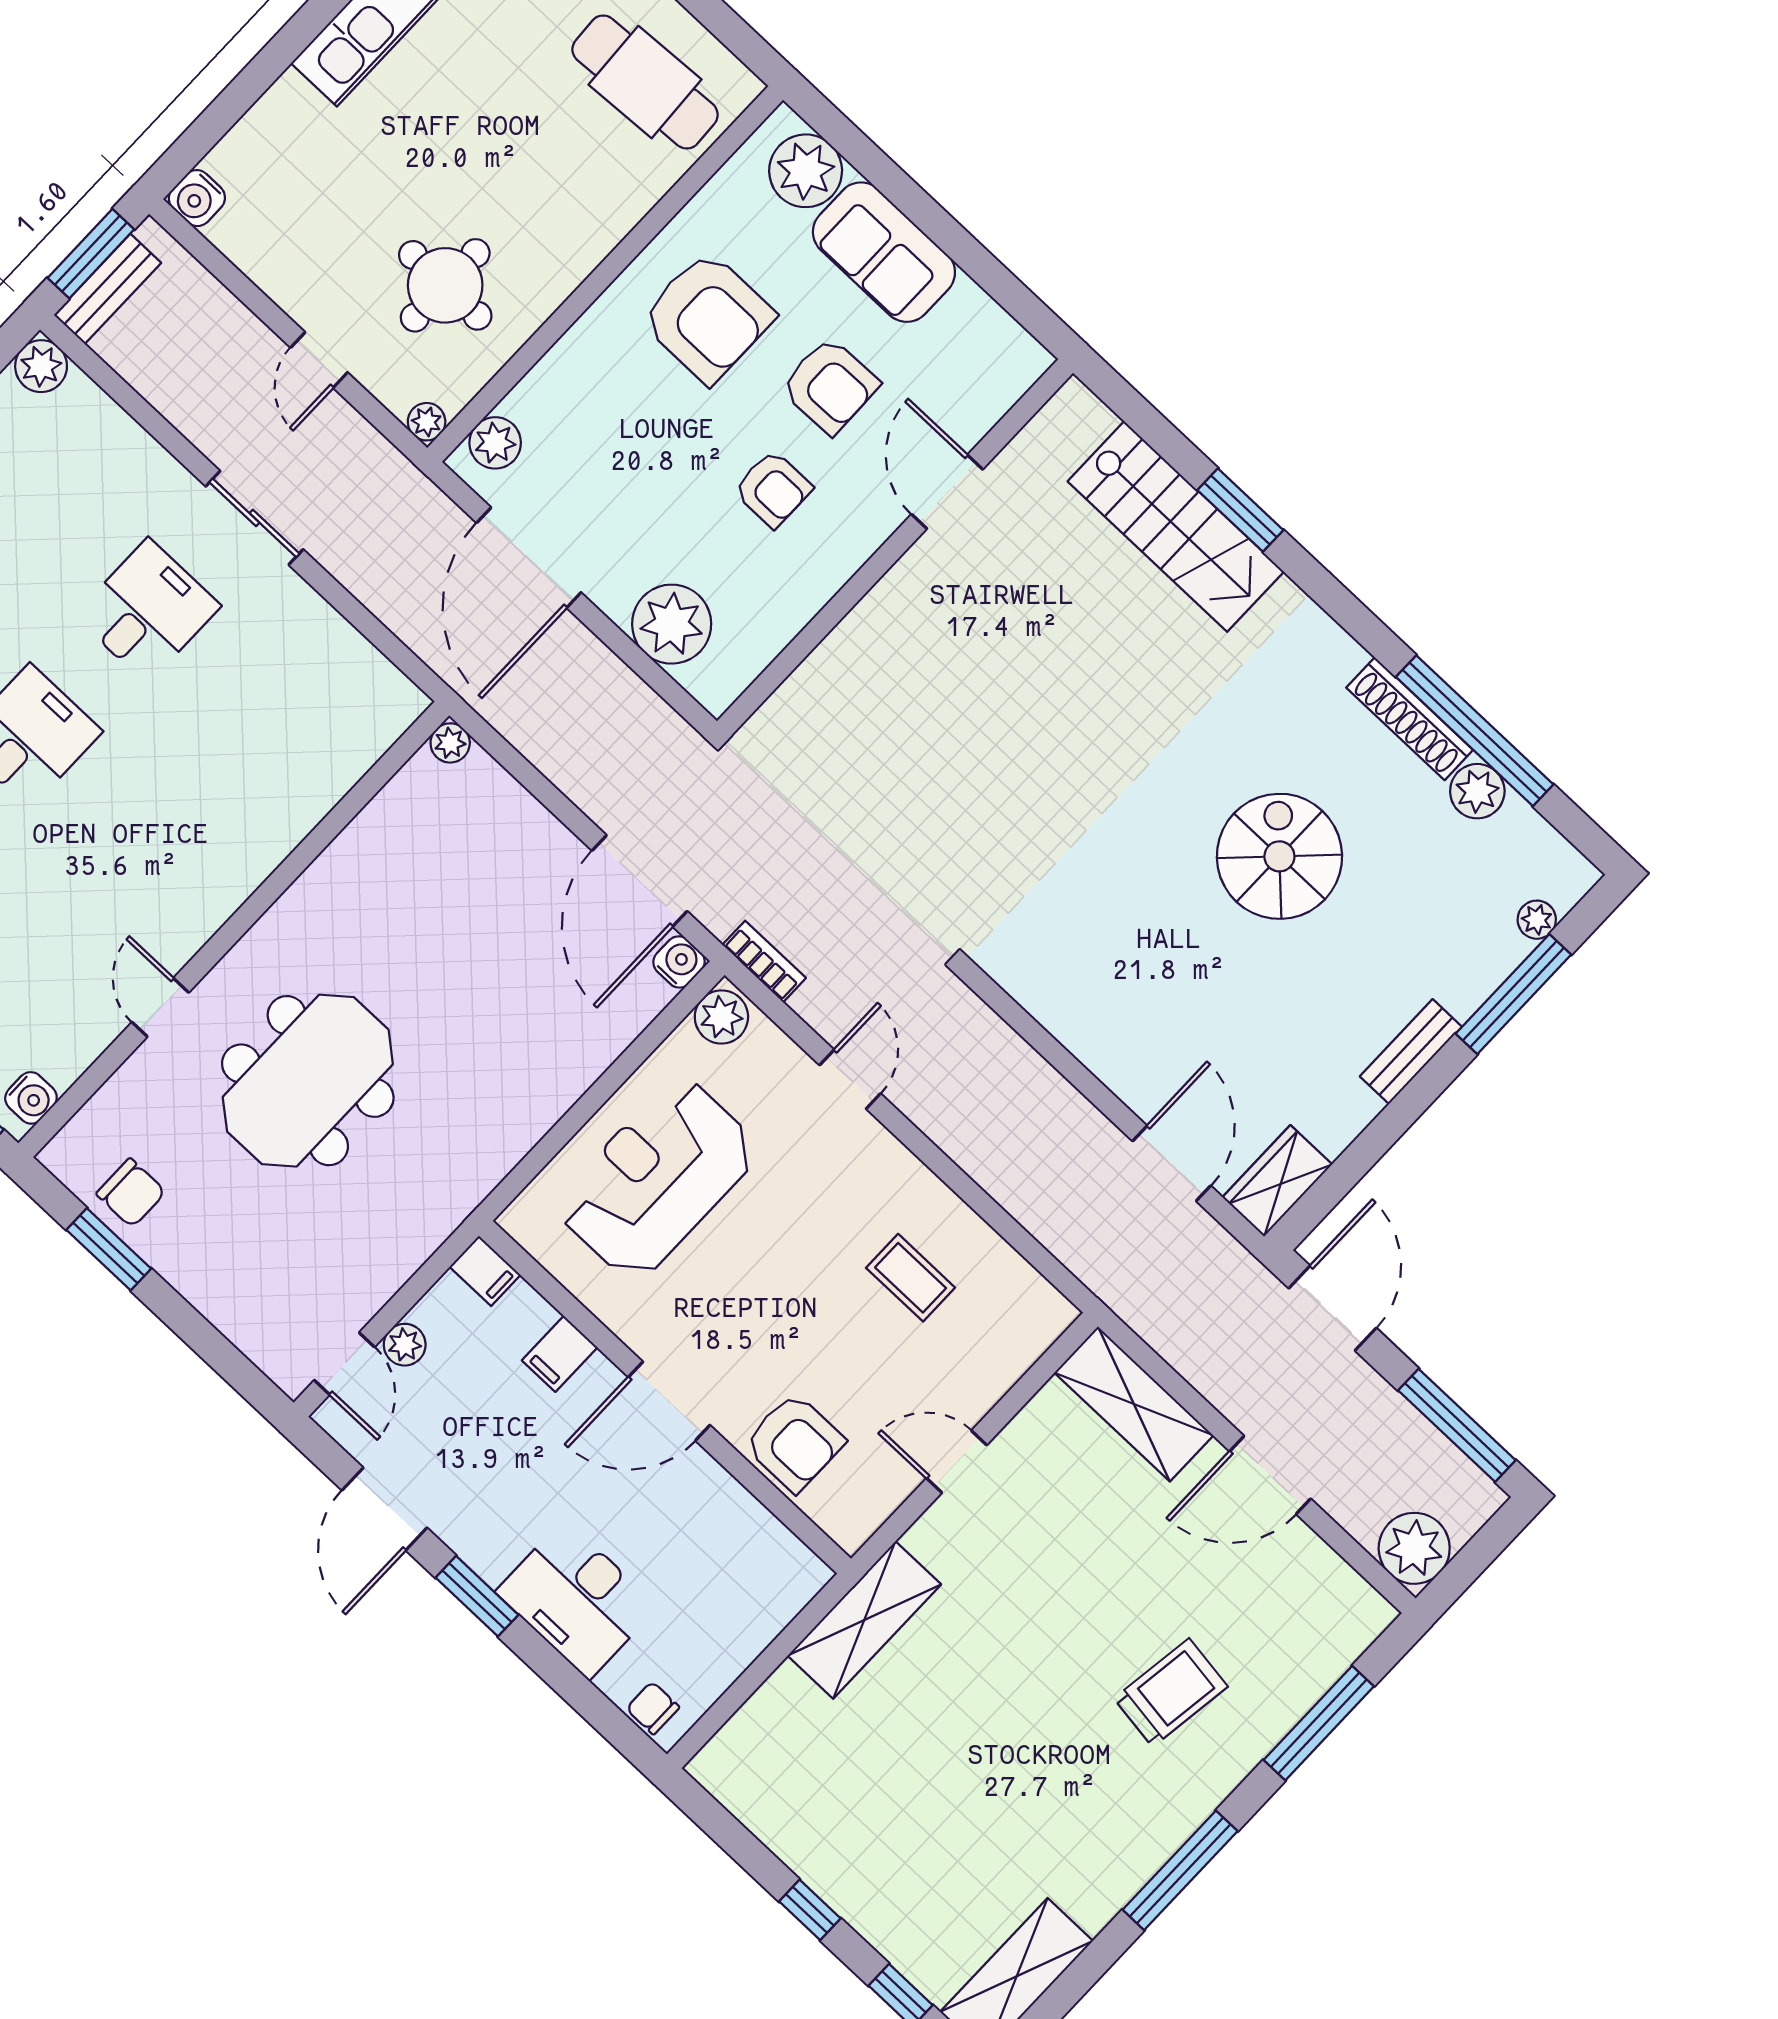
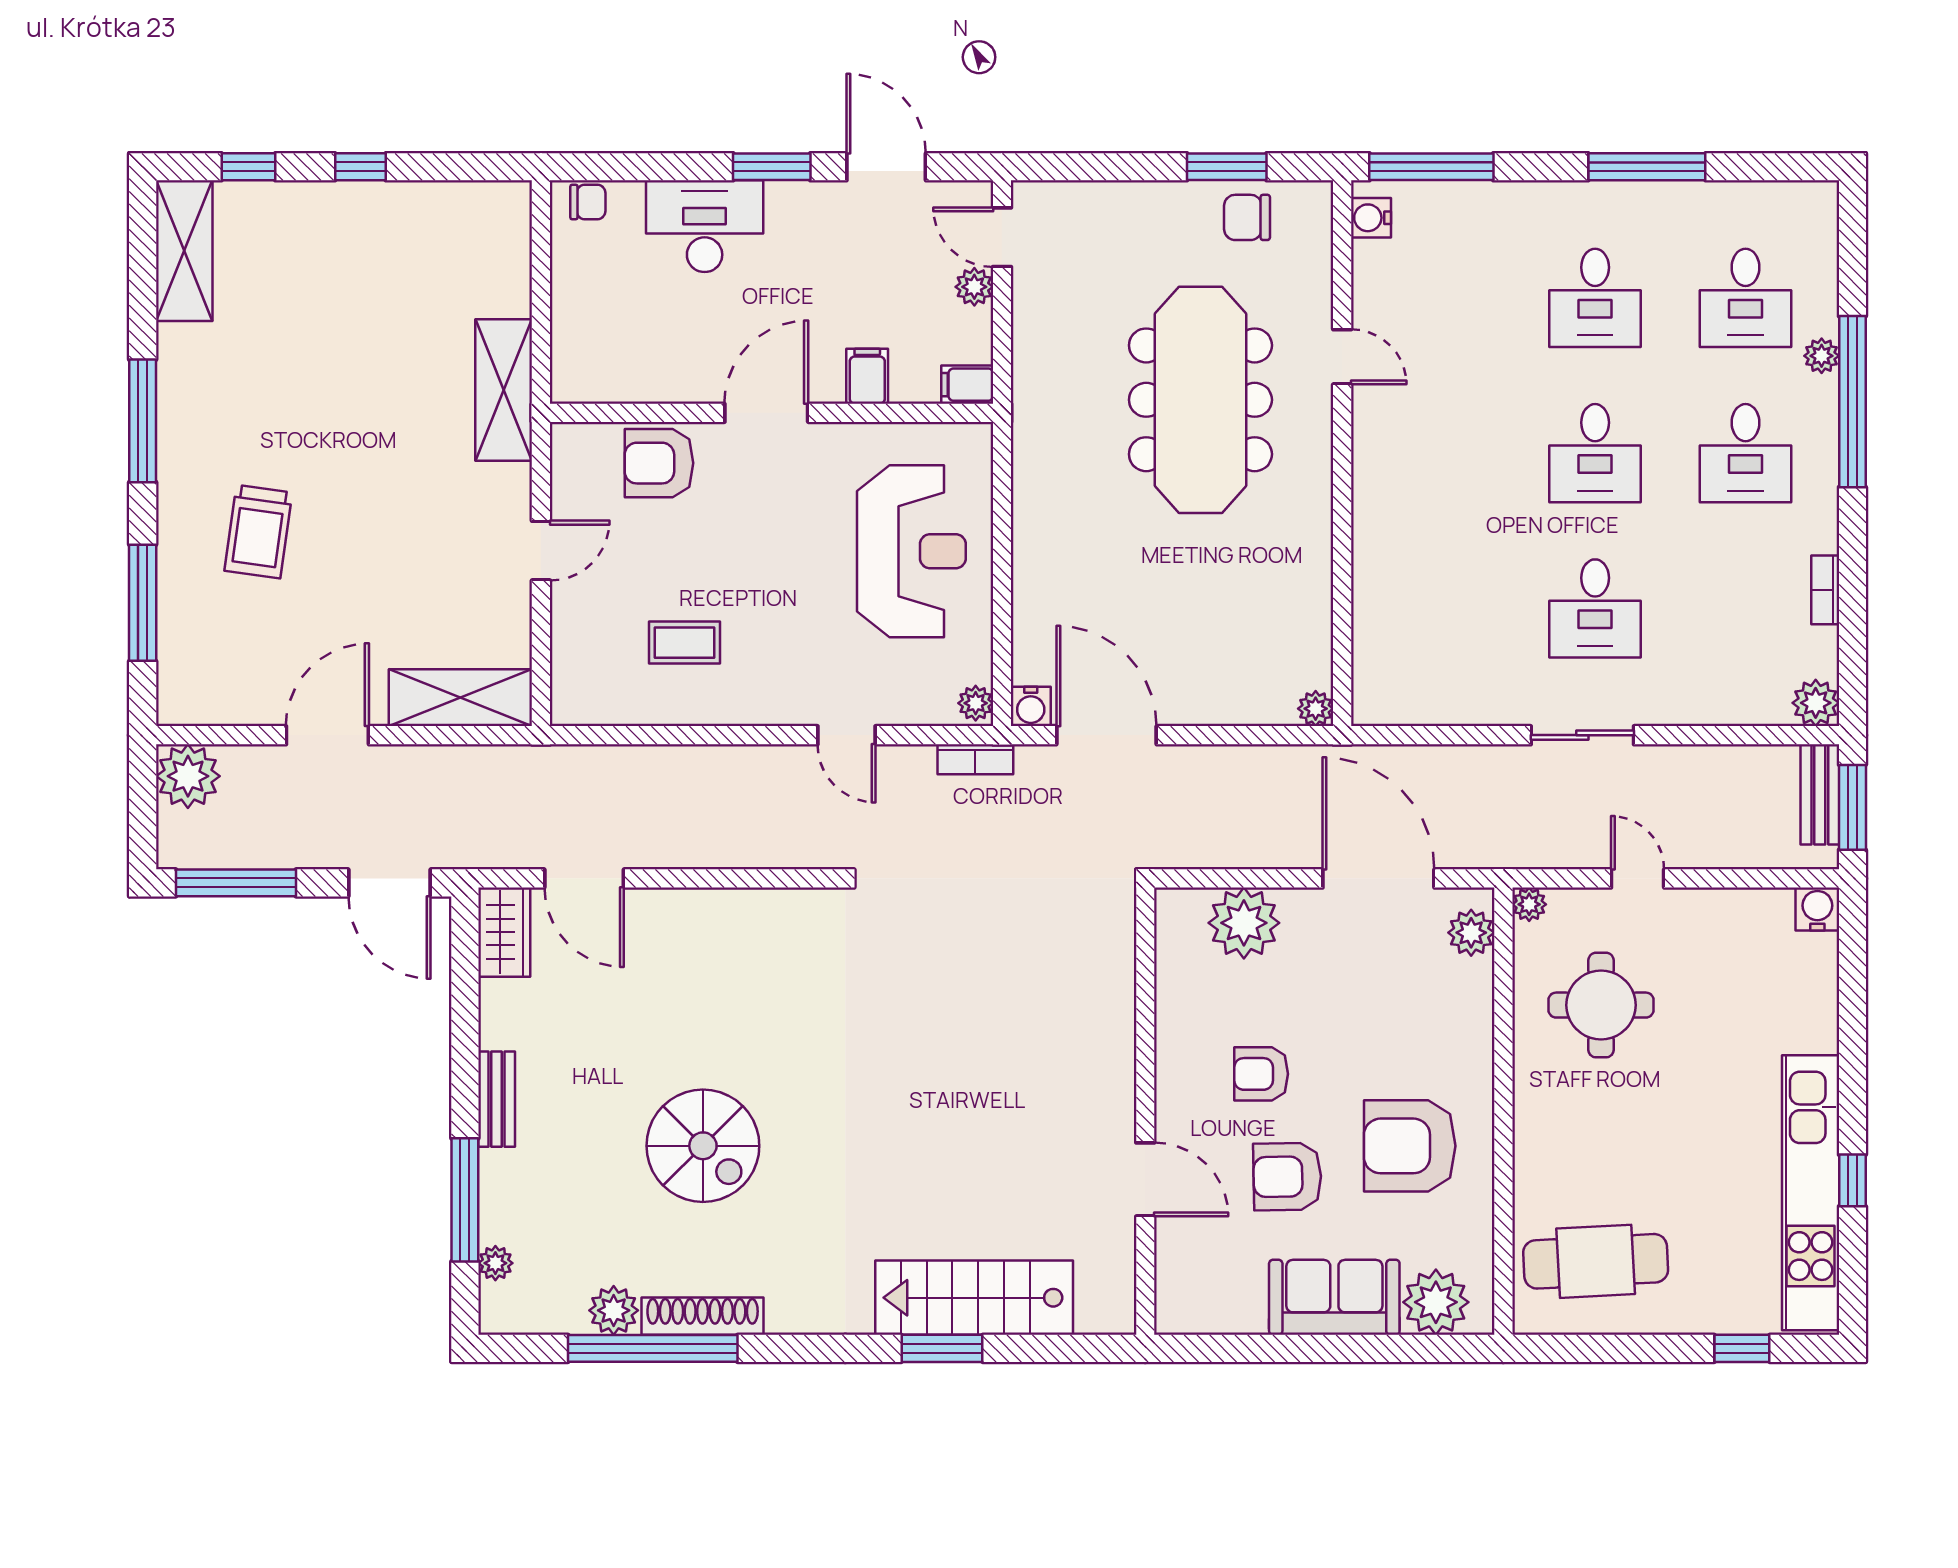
plant: (721, 1017) -> (976, 703), width x0.73, depth x0.73
meeting table: (308, 1081) -> (1200, 400), width x1.36

